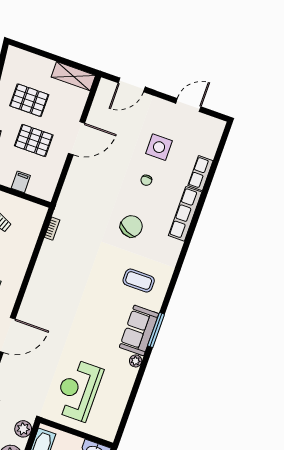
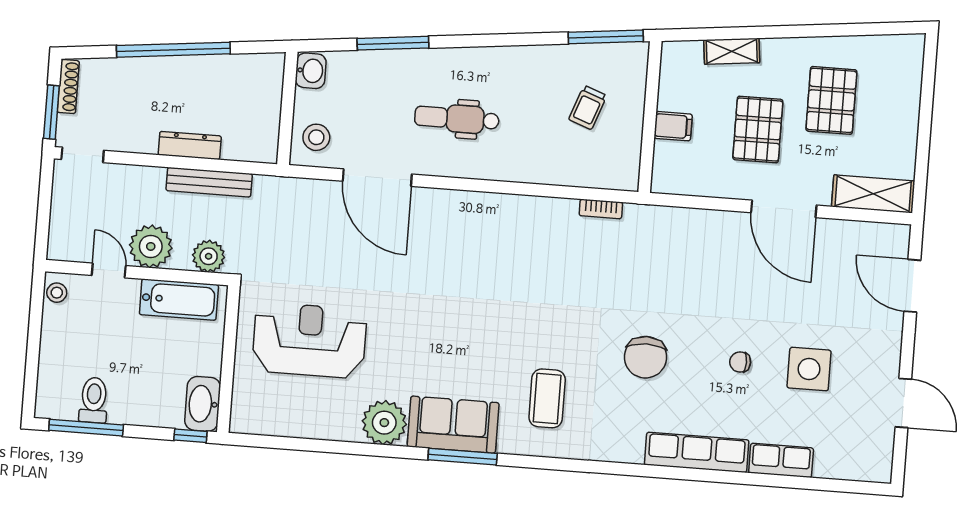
shelving: (73, 76) -> (873, 194), moved, turned 90
chair: (131, 226) -> (646, 357), turned 64
plant: (136, 361) -> (384, 423), width x1.88, depth x1.88

